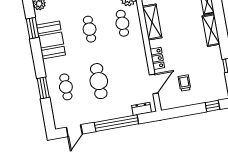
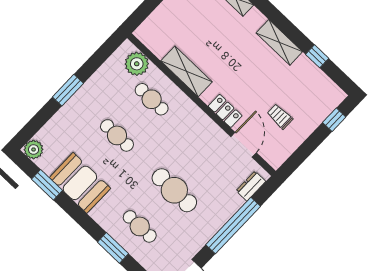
shelving: (211, 30) -> (279, 42), moved

